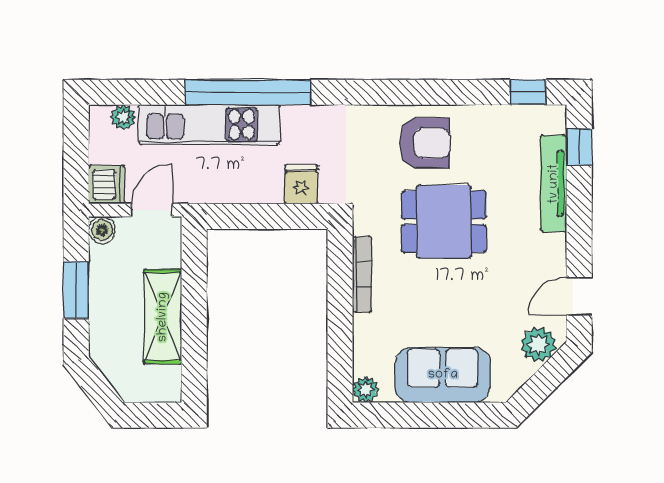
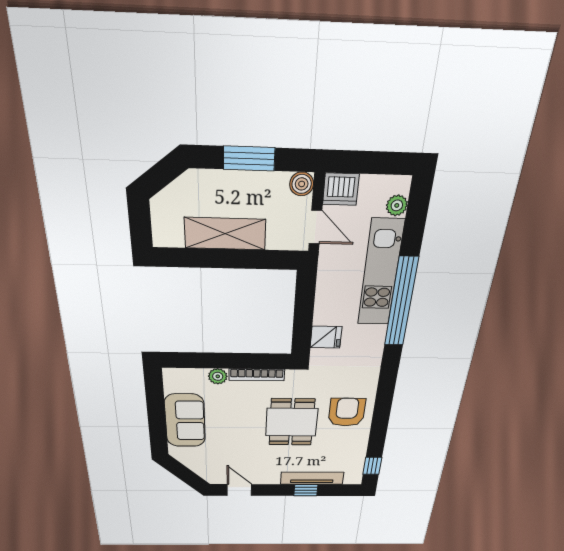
armchair: (425, 143) -> (347, 412), turned 180
window: (579, 147) -> (306, 490), moved
plant: (538, 344) -> (208, 471), removed
plant: (366, 390) -> (218, 376), moved

